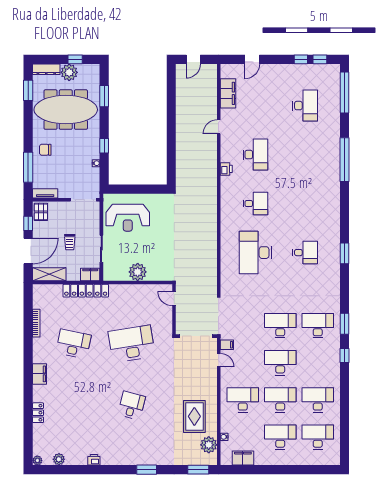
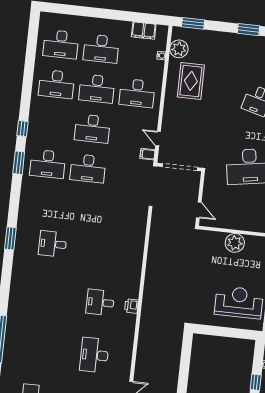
printer: (226, 169) -> (131, 306), moved
desk: (255, 253) -> (106, 250), removed

